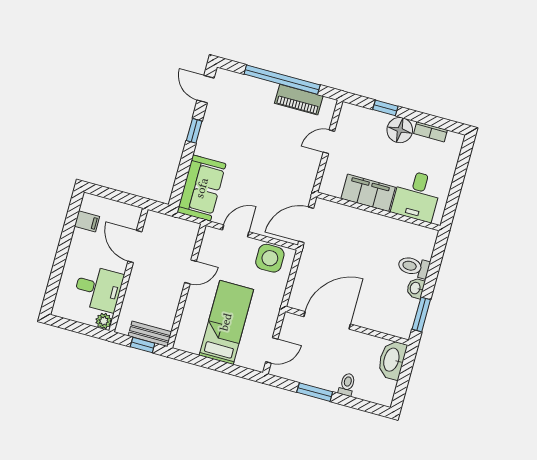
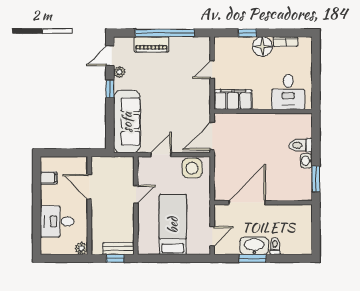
door: (206, 89) -> (110, 56), hinge flipped
piano: (299, 100) -> (151, 44), moved
plant: (212, 113) -> (119, 72), added
sofa: (202, 188) -> (127, 122), width x1.36
filing cabinet: (368, 193) -> (233, 100), moved
desk: (98, 288) -> (57, 221), moved, turned 180
washbasin: (392, 360) -> (254, 246), moved, turned 90

